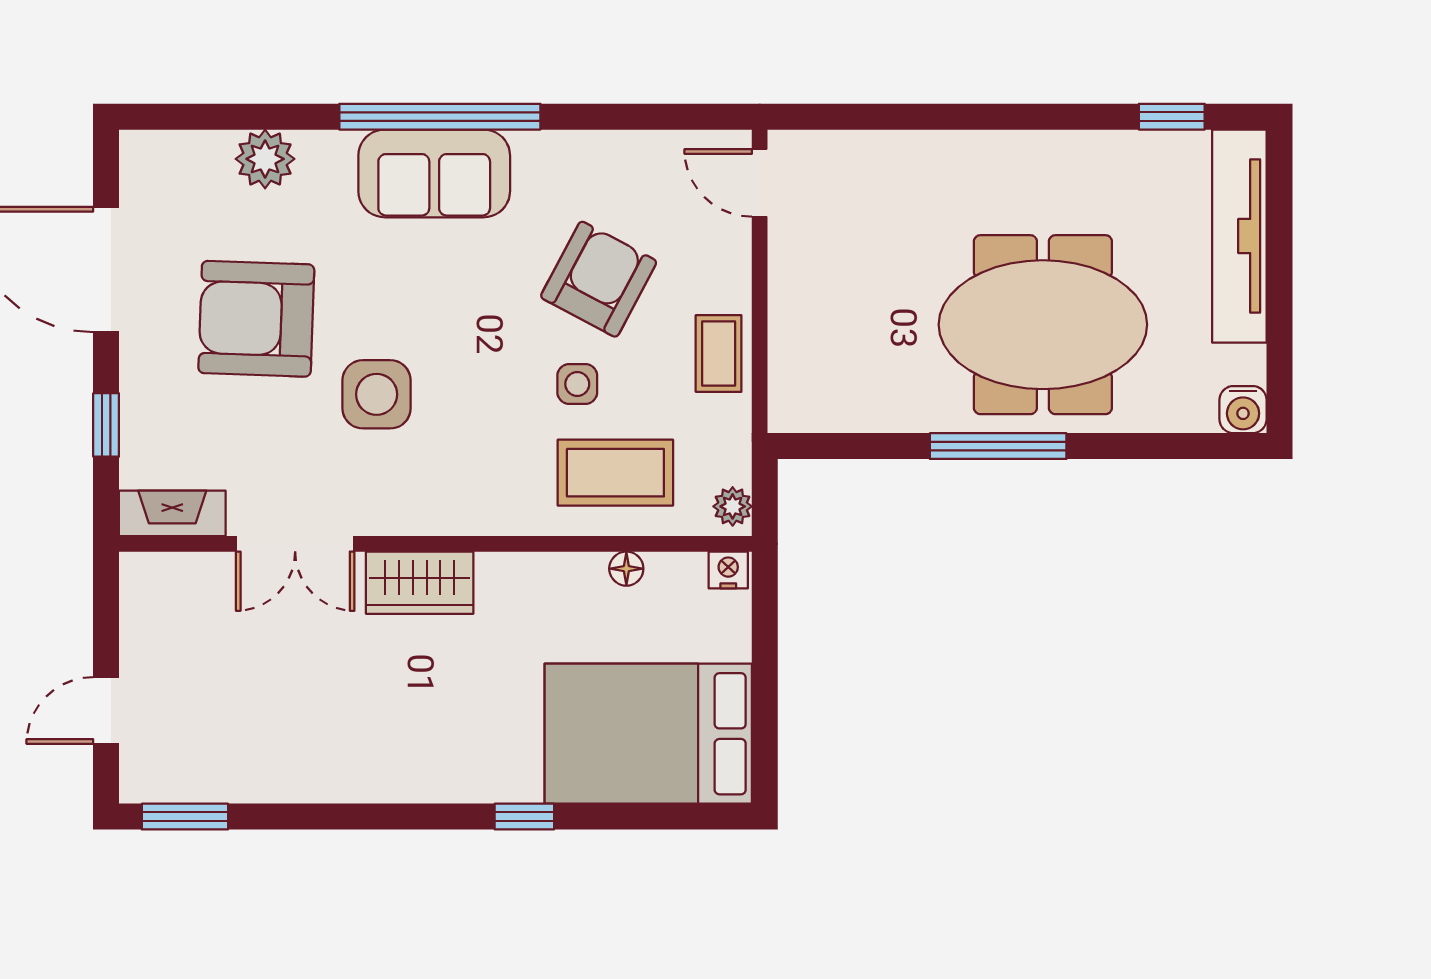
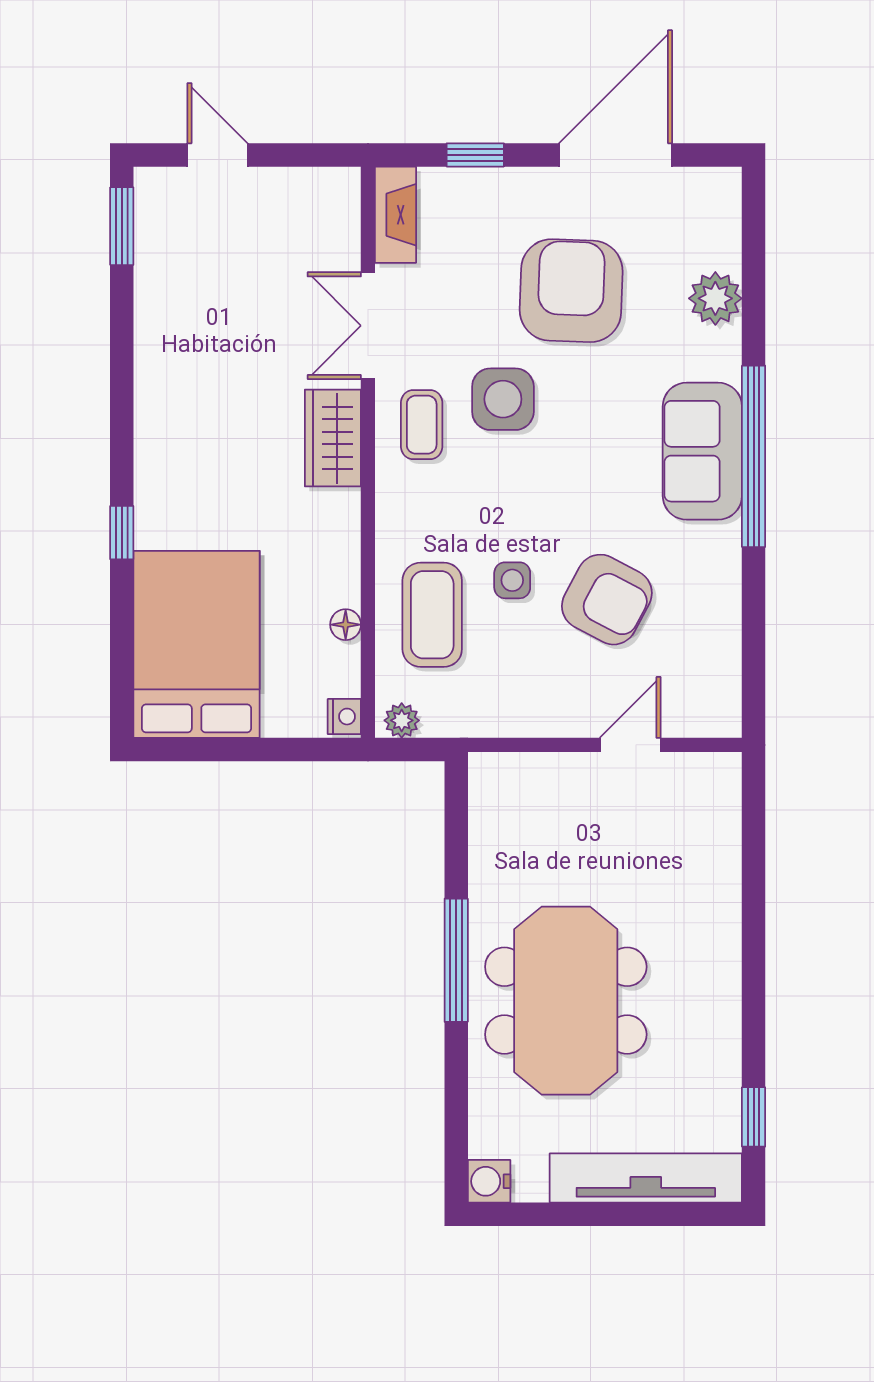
door: (760, 183) -> (630, 745), moved
coffee table: (719, 353) -> (422, 425), moved, turned 90

